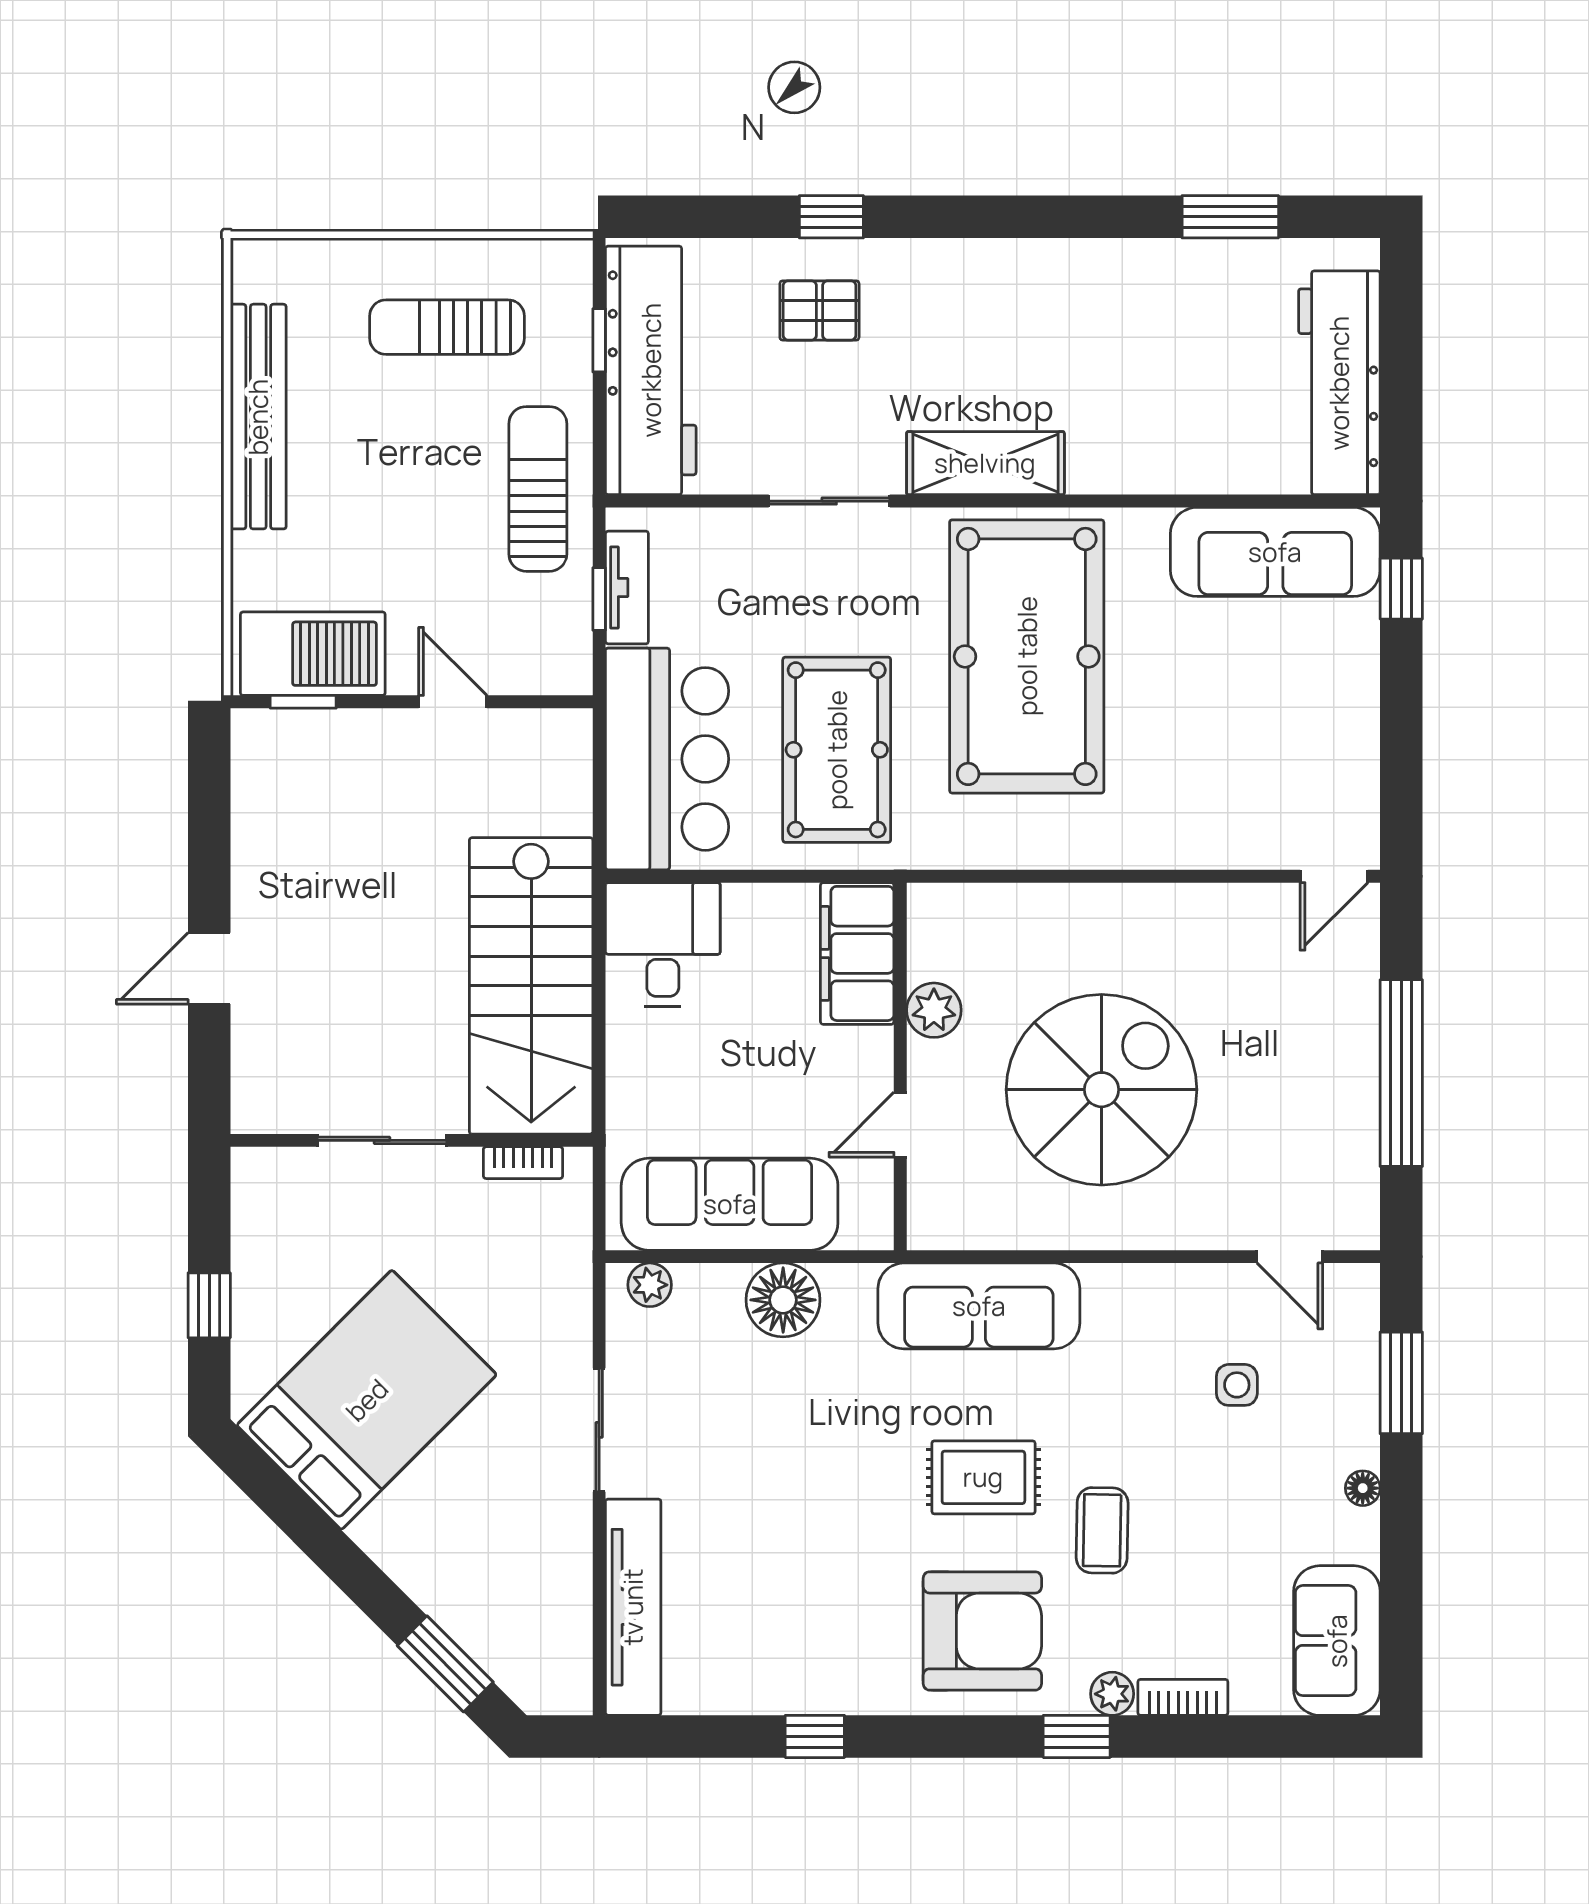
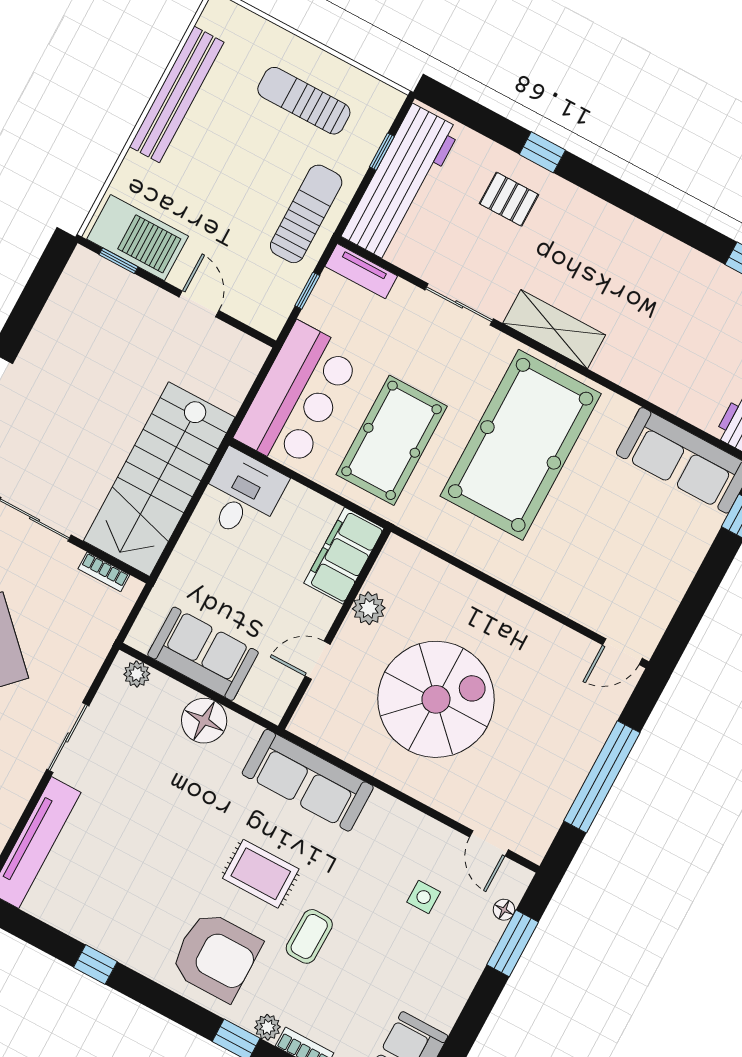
tv unit: (627, 588) -> (361, 271), moved, turned 90
sofa: (730, 1204) -> (203, 654), width x0.73
floor lamp: (1363, 1488) -> (504, 910), moved

